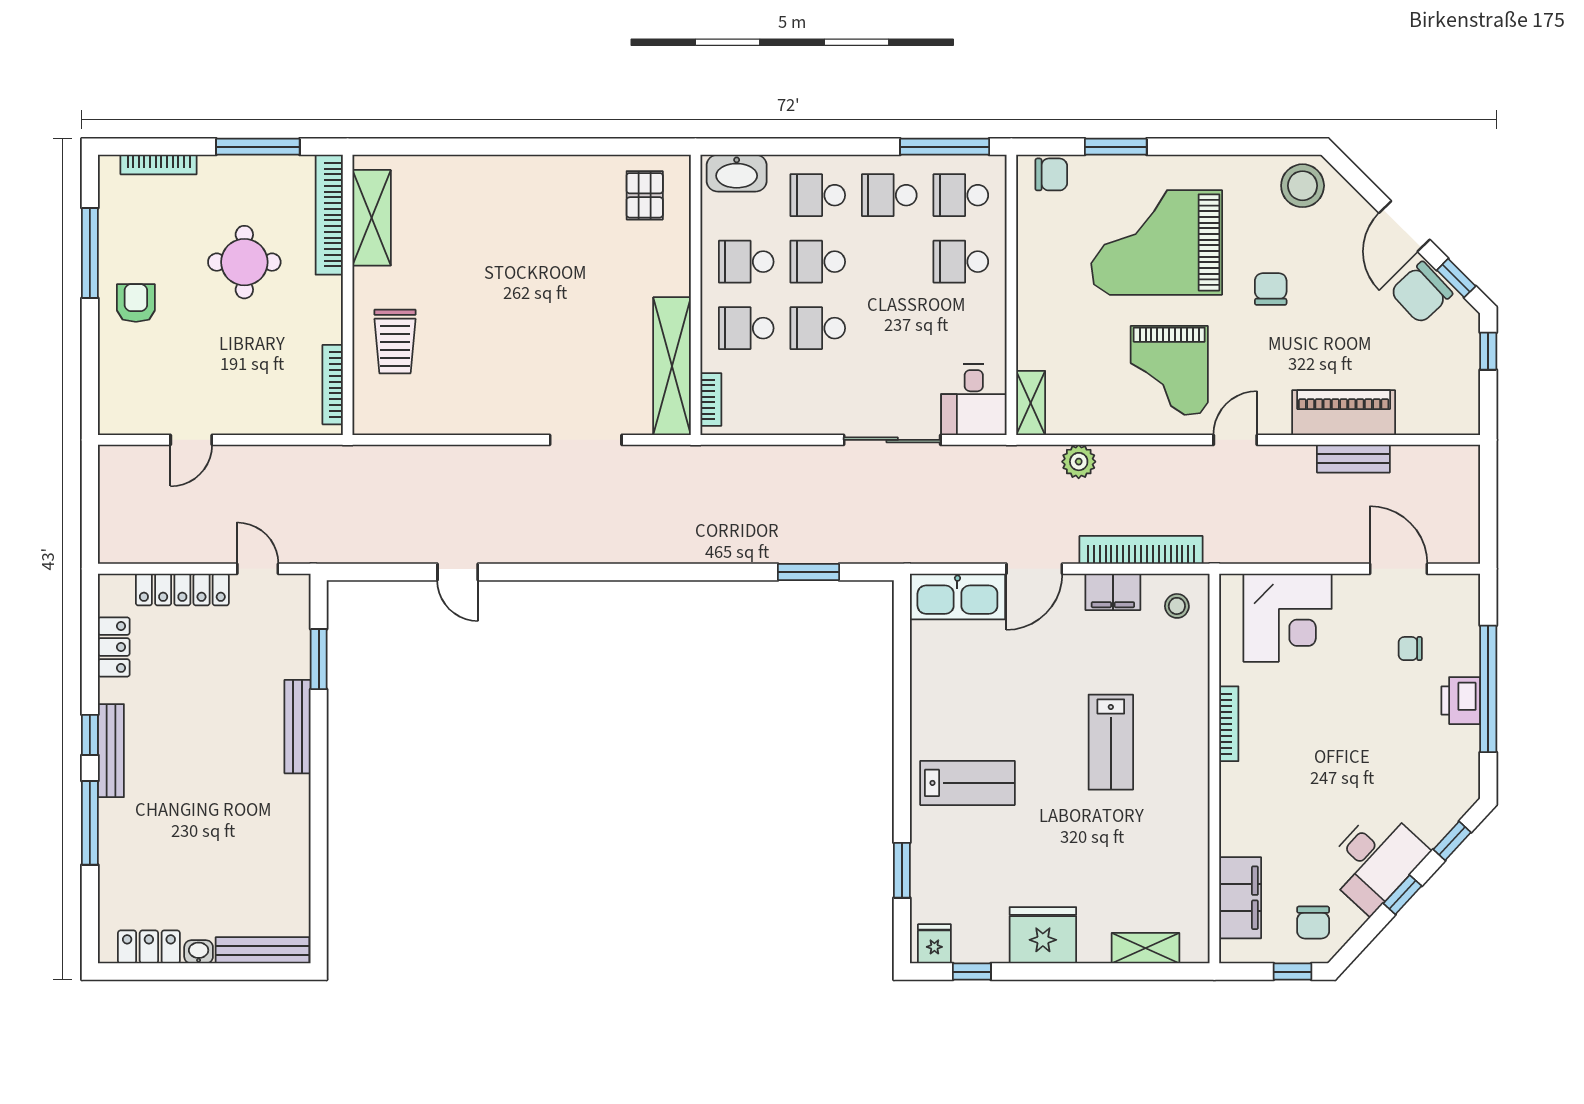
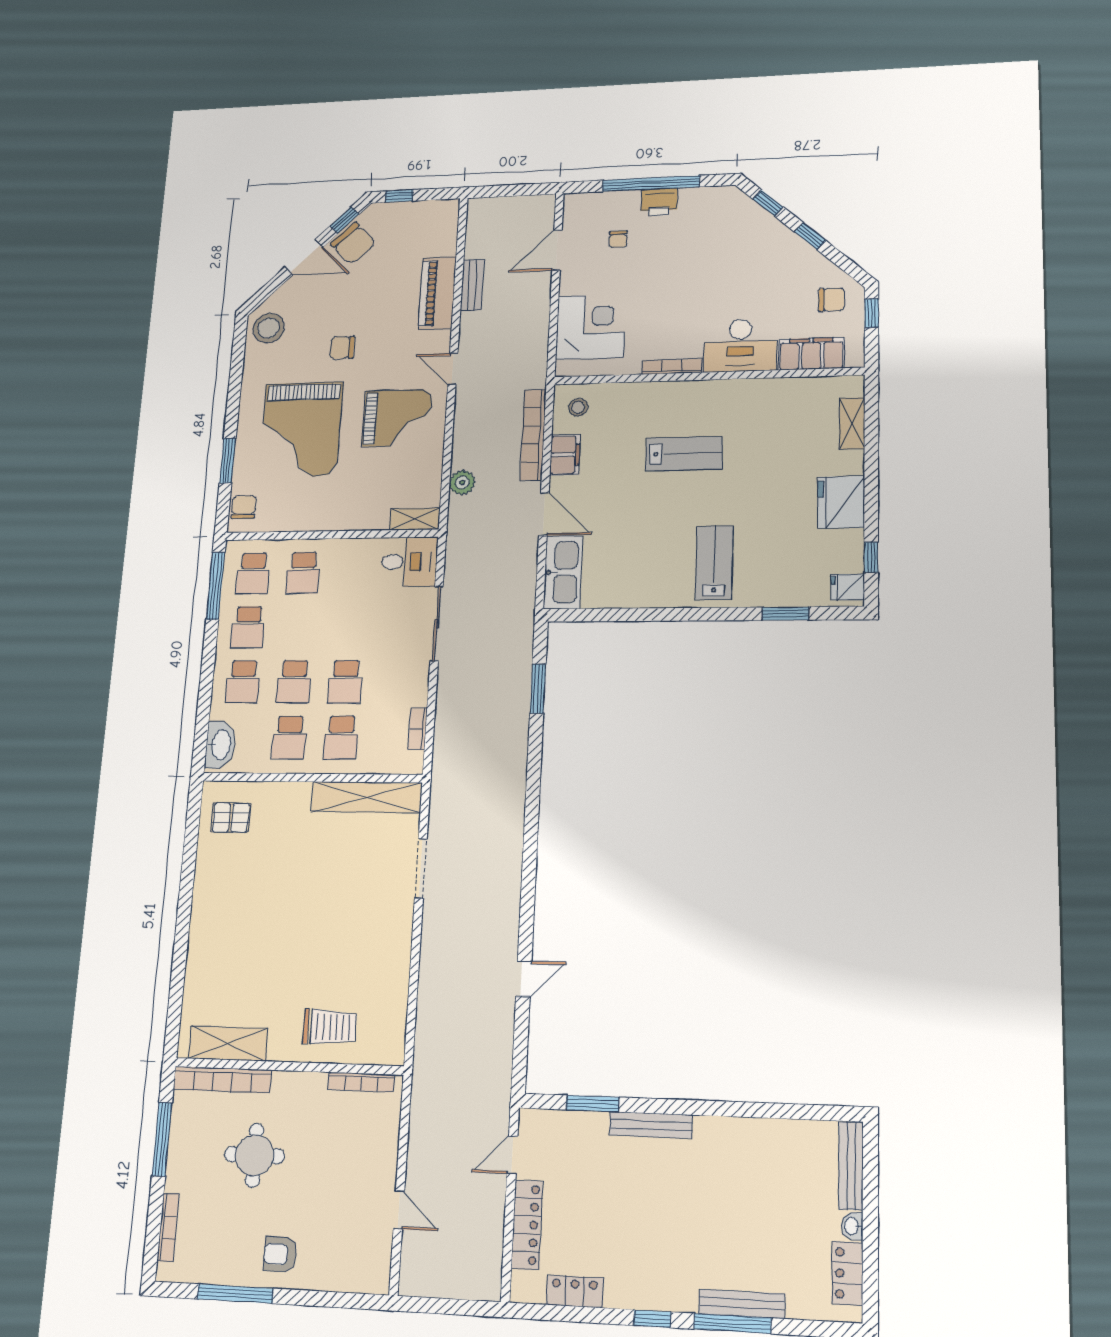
bookcase: (711, 399) -> (418, 729), moved, turned -90
bench: (111, 751) -> (742, 1304), moved
desk: (1375, 860) -> (740, 345), moved, turned 137

